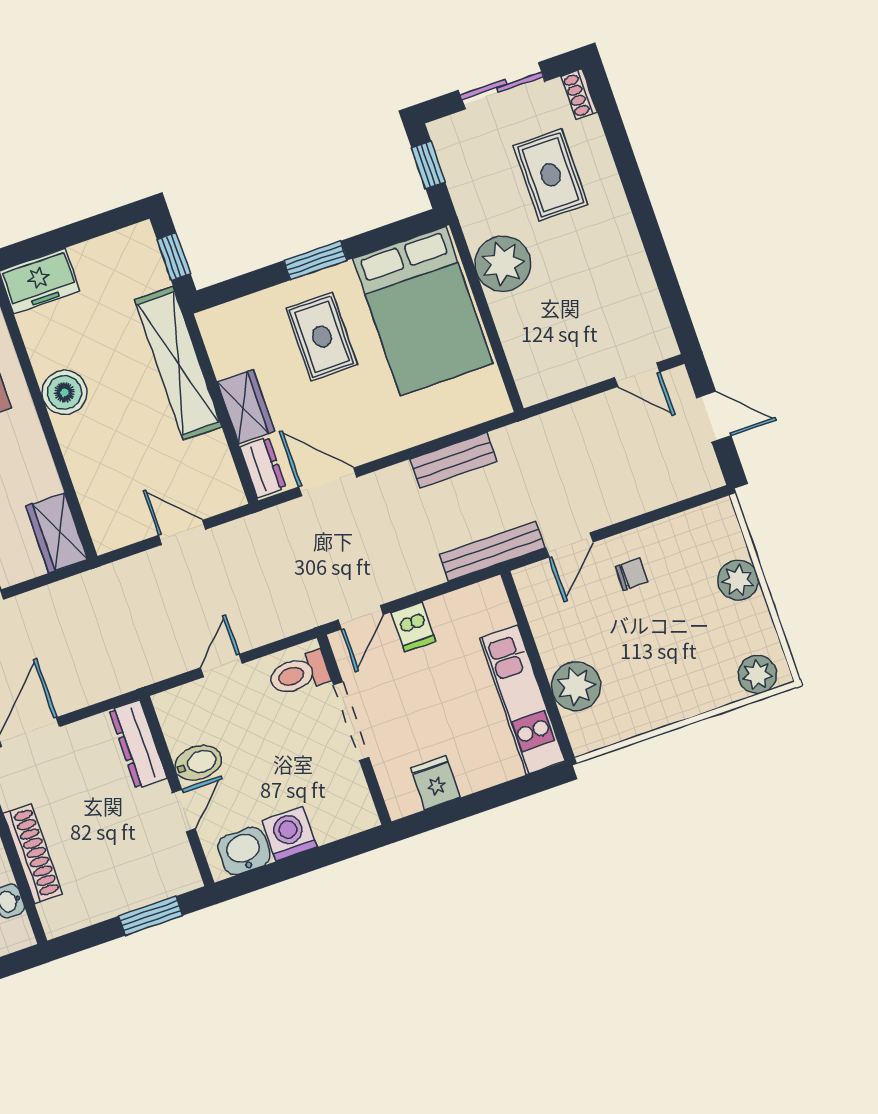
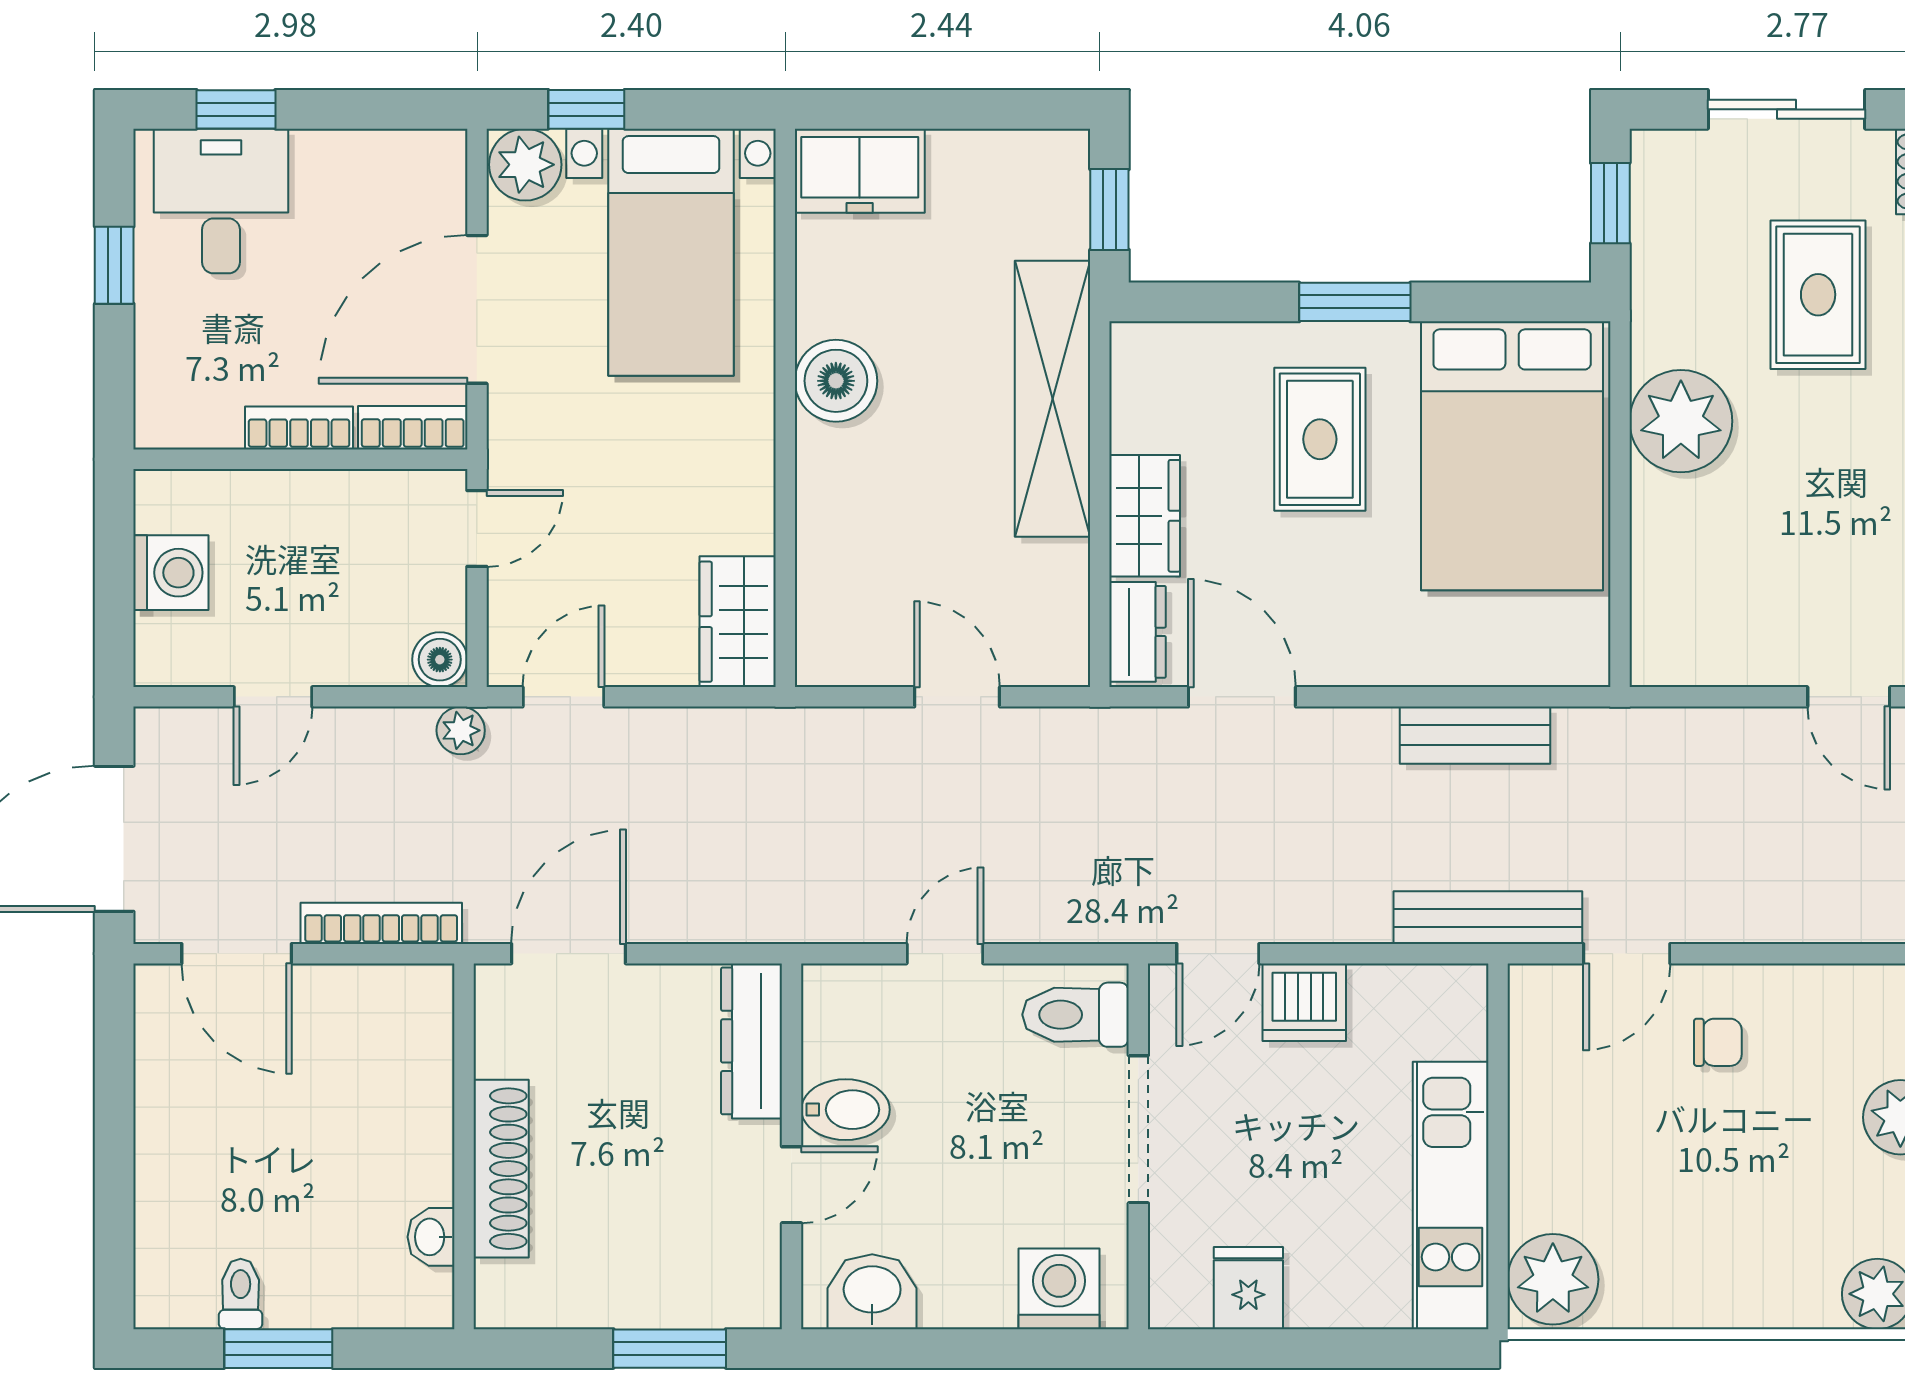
dishwasher: (413, 627) -> (1304, 1002), width x1.38
plant: (576, 686) -> (1553, 1279), moved
washing machine: (289, 834) -> (1059, 1289), moved

